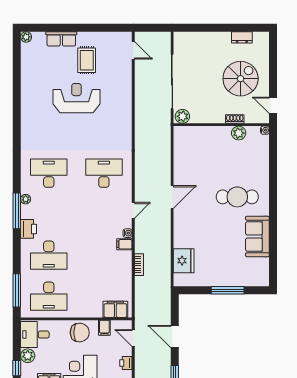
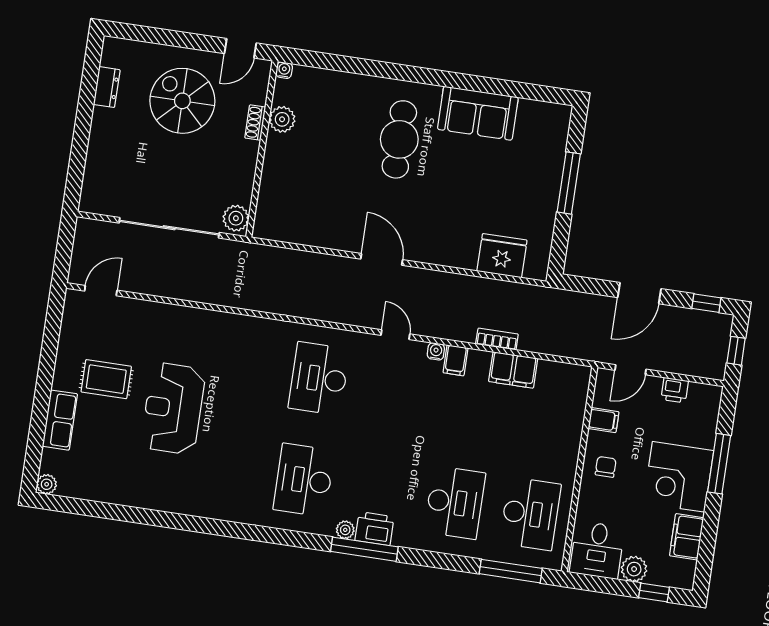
printer: (29, 229) -> (374, 529), moved
filing cabinet: (115, 309) -> (513, 370), moved, turned -90
chair: (80, 333) -> (606, 467), width x0.54, depth x0.54

